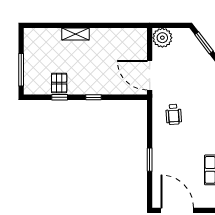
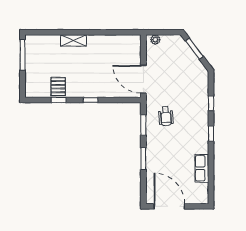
plant: (162, 38) -> (155, 40), width x0.53, depth x0.53
window: (21, 70) -> (23, 55), moved
window: (150, 124) -> (143, 125), added

